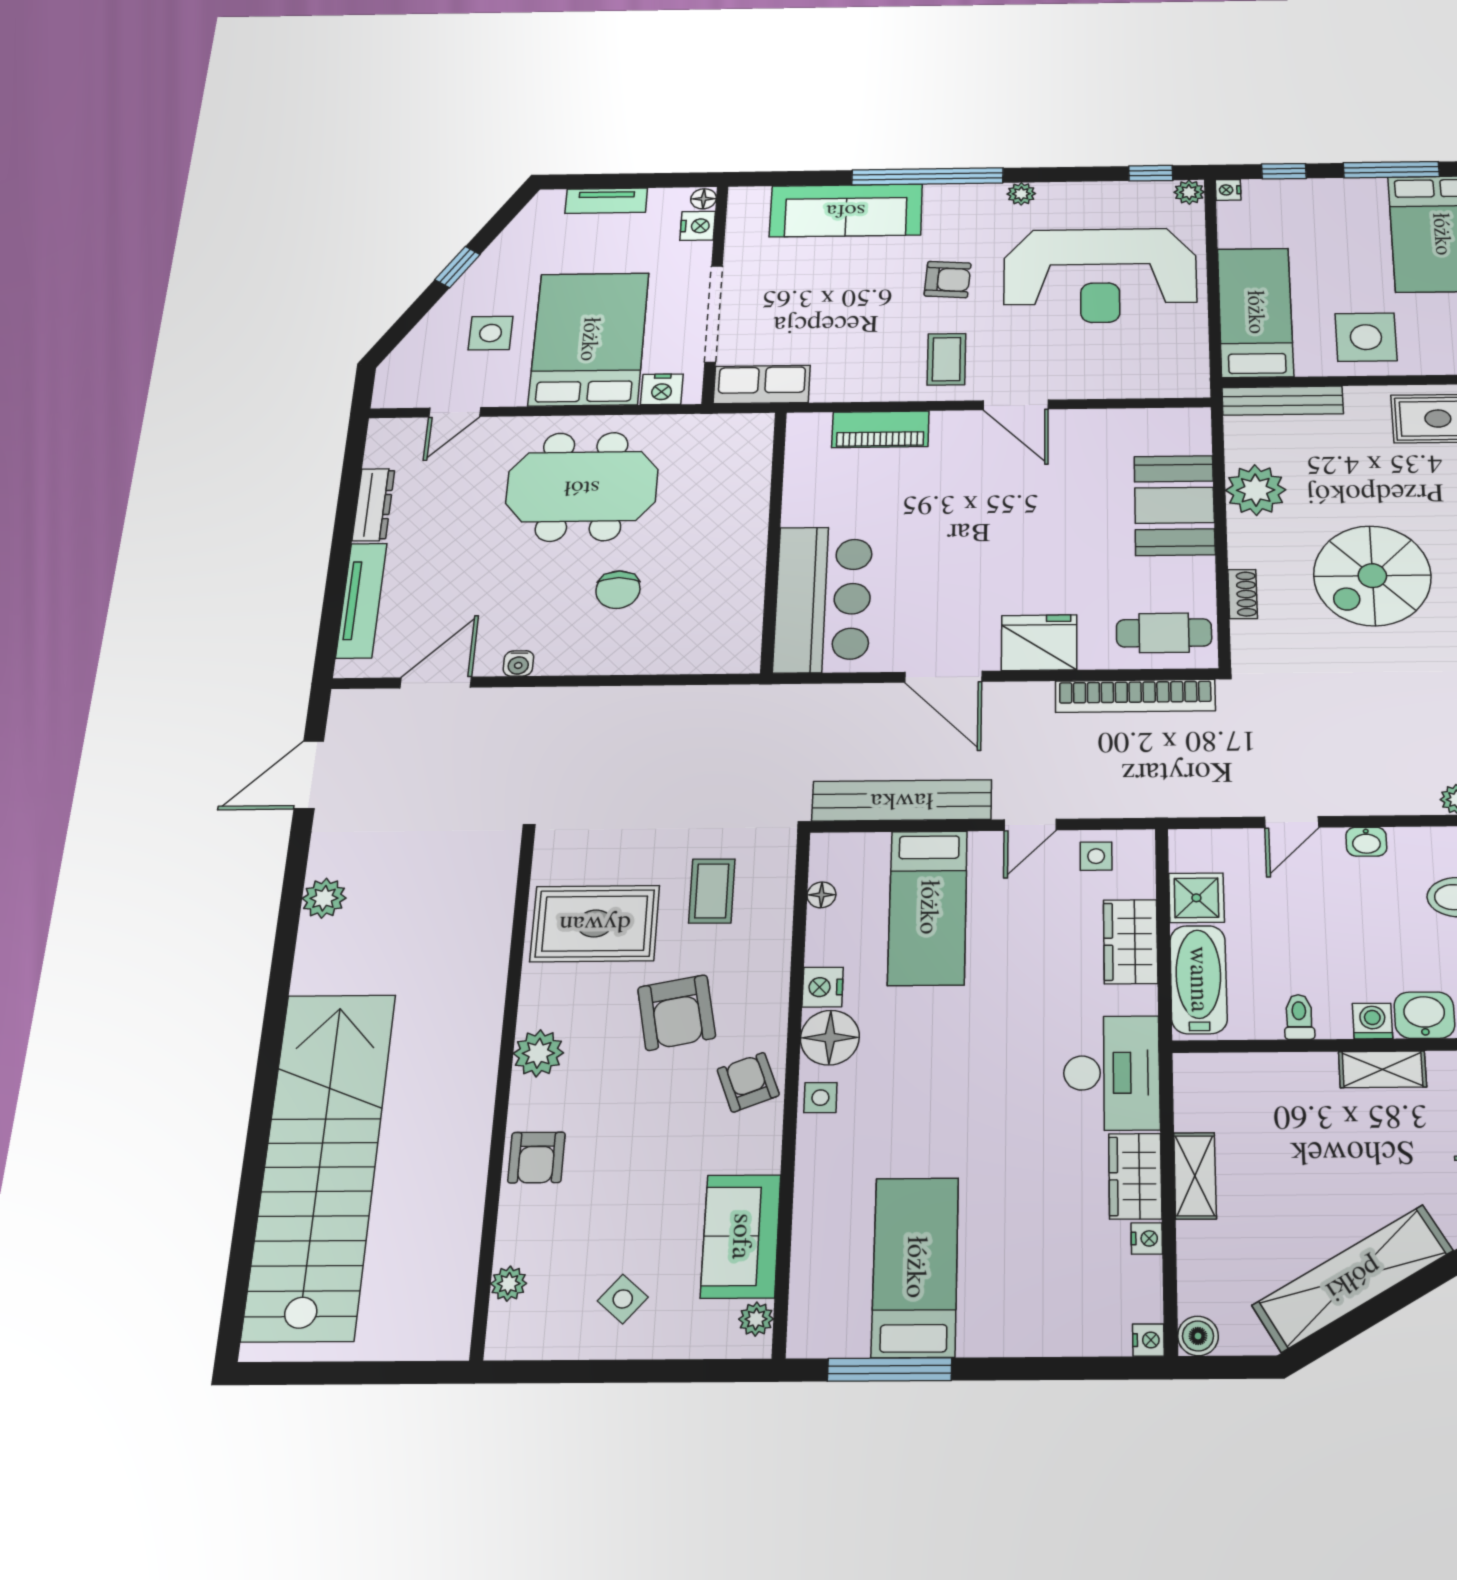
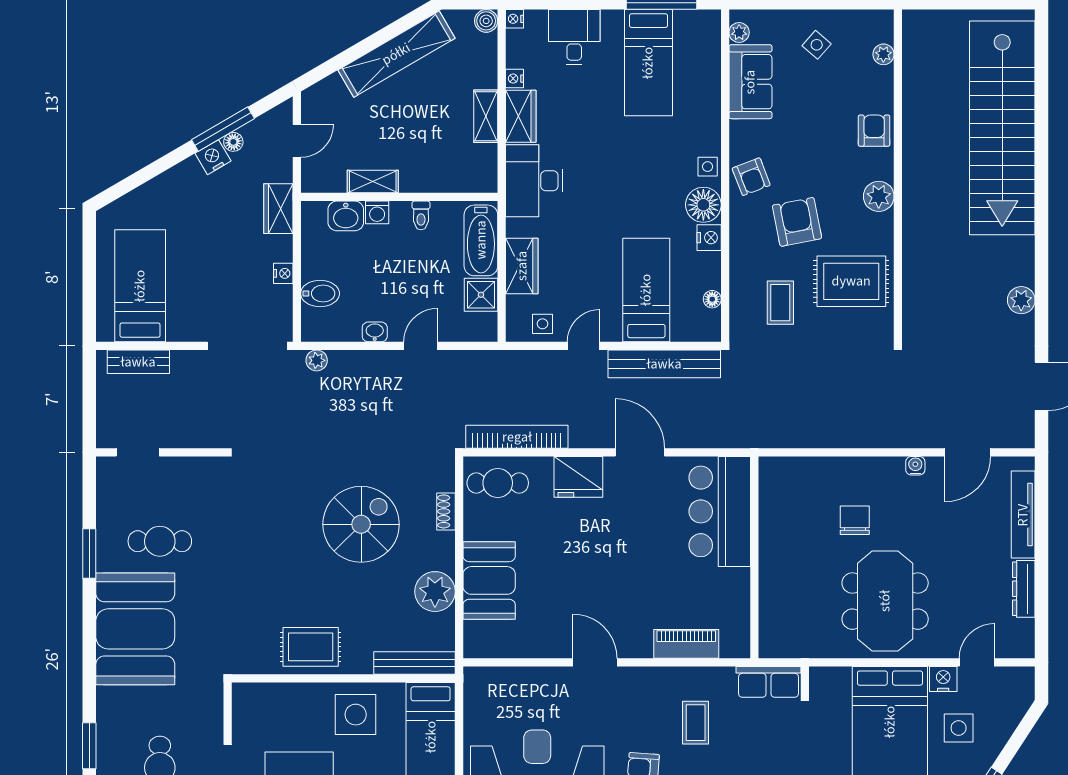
coffee table: (947, 359) -> (696, 723), moved
nightstand: (662, 389) -> (943, 679), moved
meeting table: (582, 487) -> (885, 601), turned 90
desk: (1044, 1309) -> (574, 37), added

